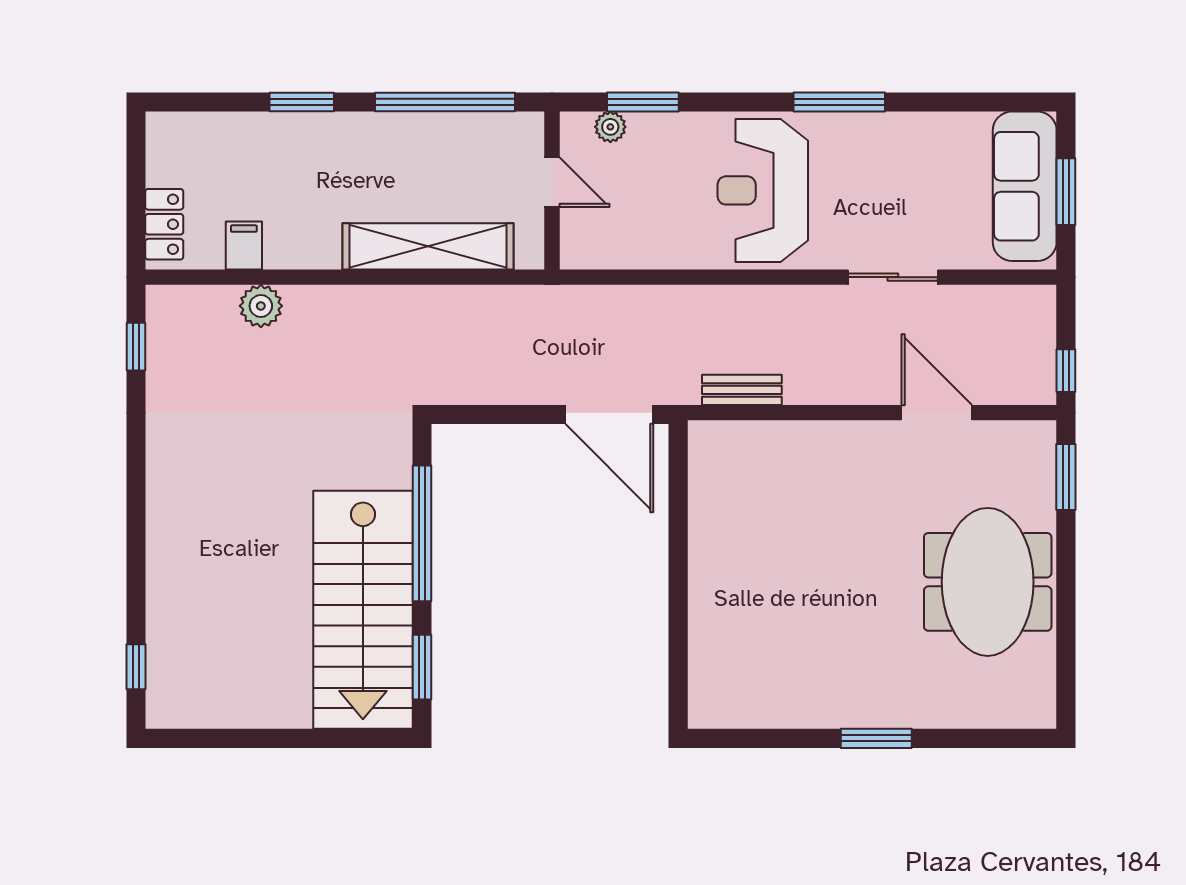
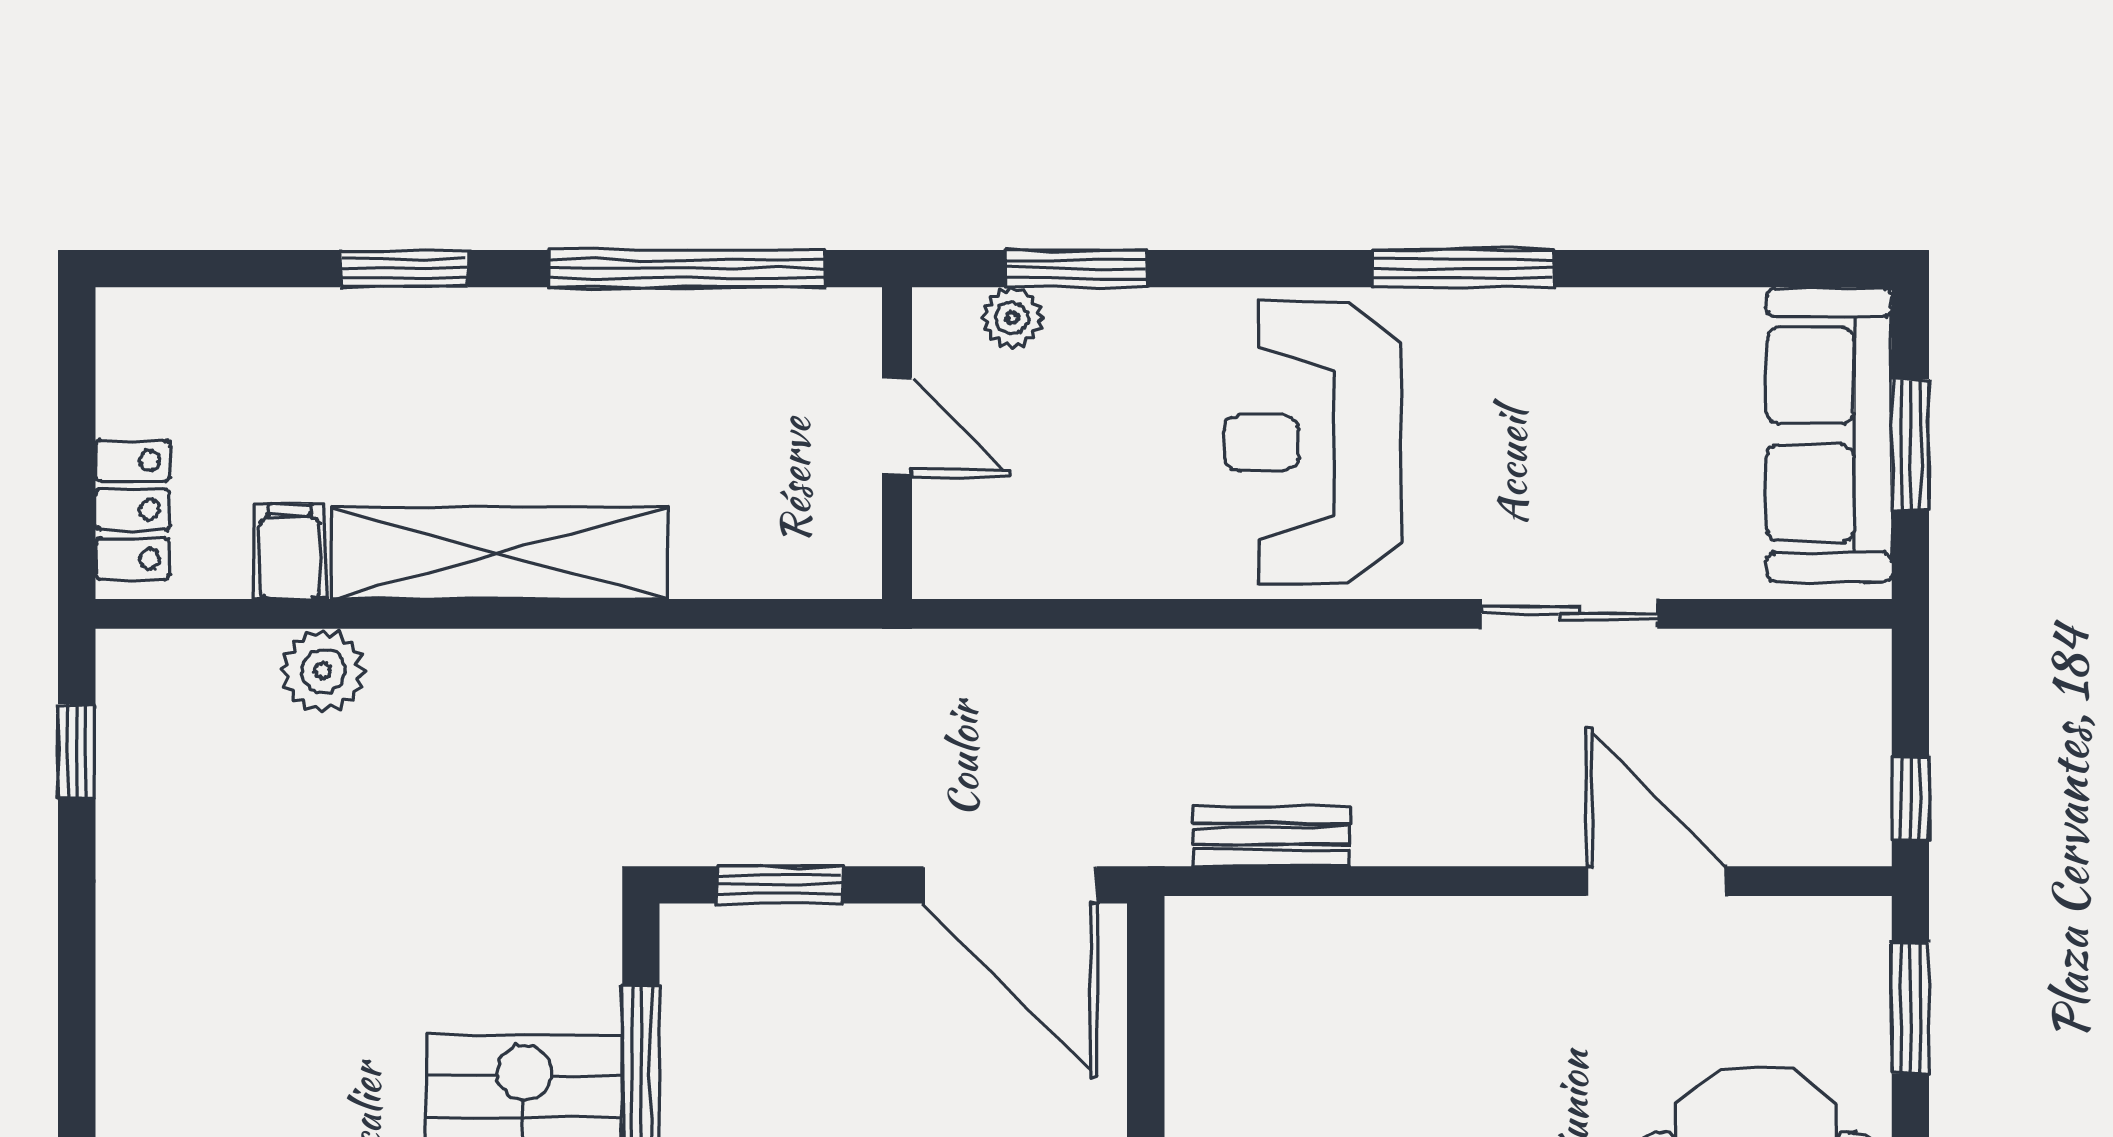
shelving: (428, 246) -> (499, 553), moved
window: (493, 415) -> (780, 885), added

